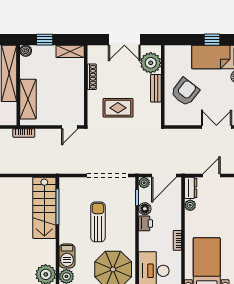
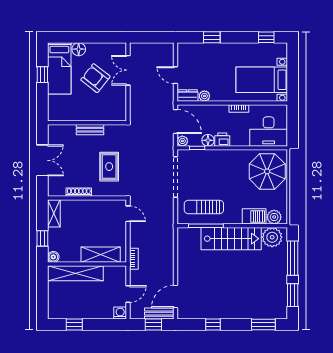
plant: (151, 63) -> (65, 135), removed
armchair: (185, 92) -> (95, 78), moved
stairs: (44, 208) -> (231, 239), moved
sun lounger: (98, 222) -> (204, 207), moved

